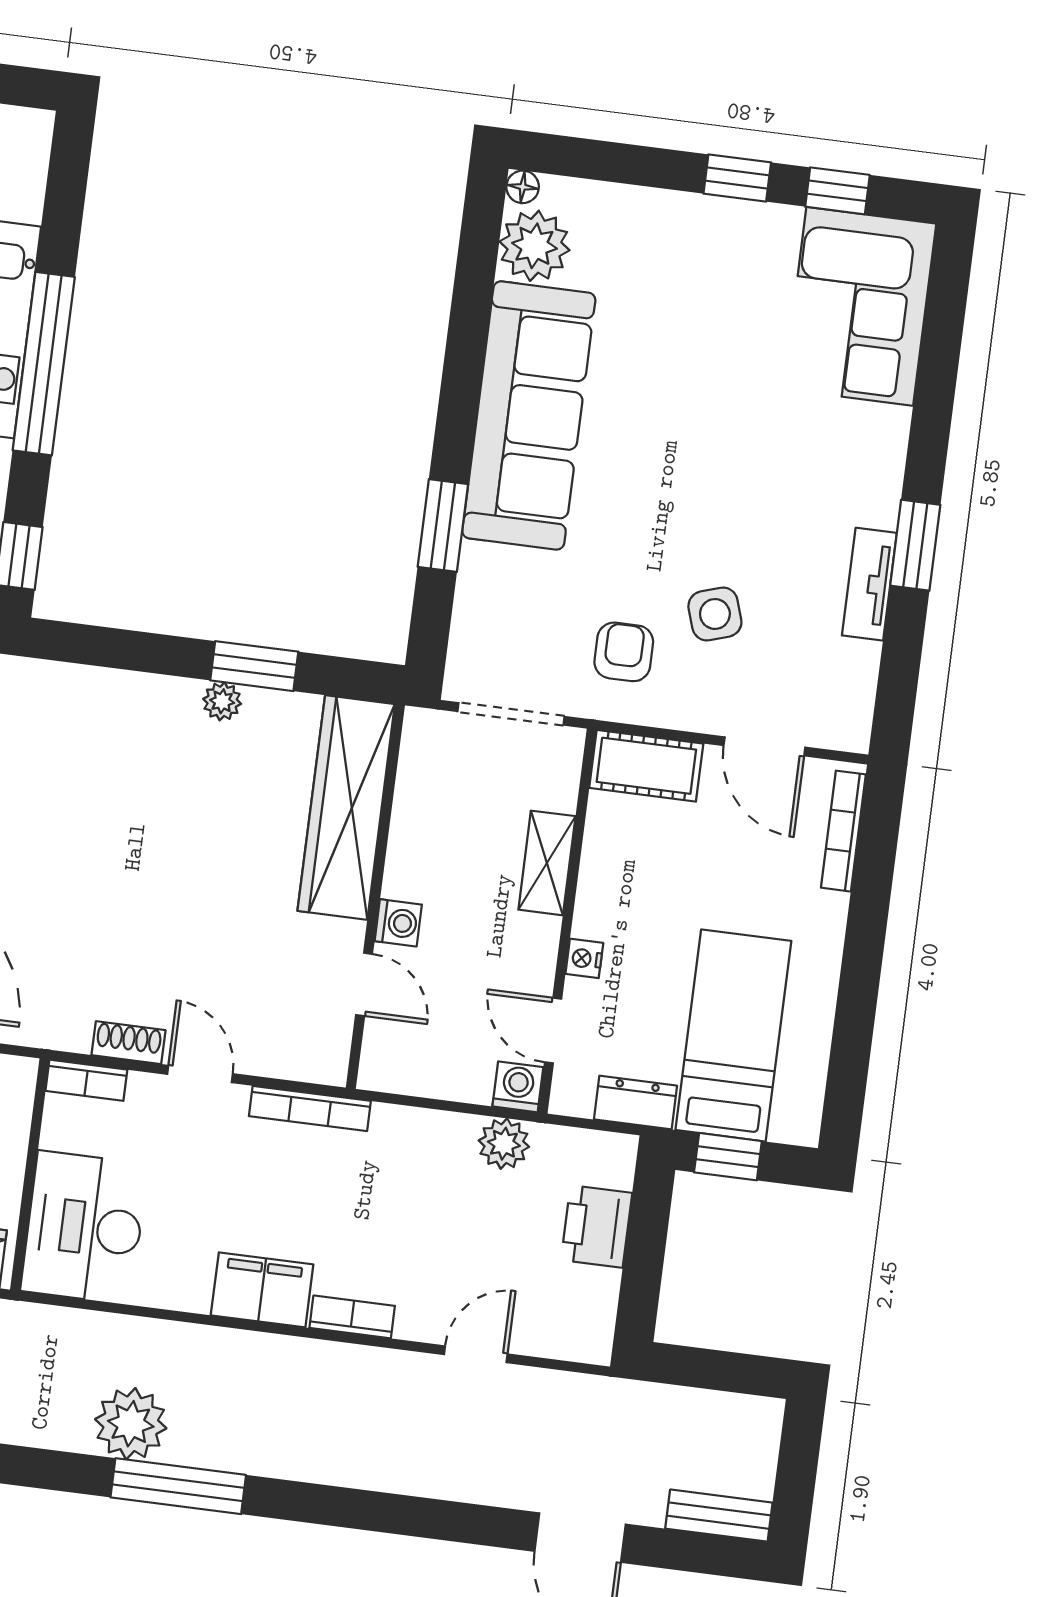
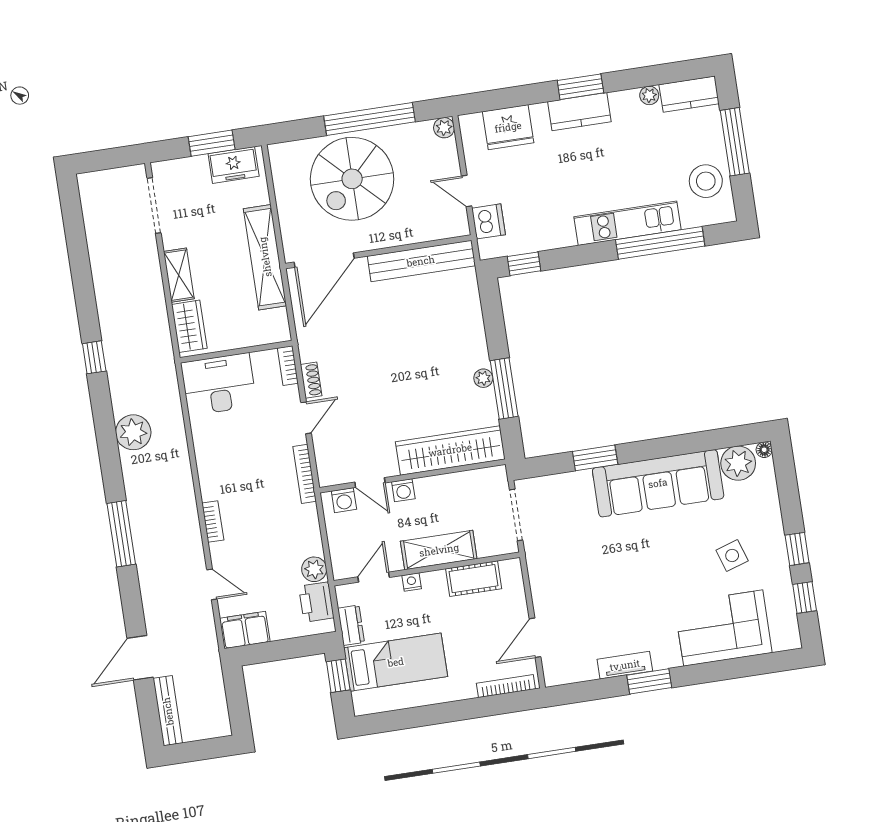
corner sofa: (860, 306) -> (723, 628), moved
window: (44, 364) -> (660, 243), moved
side table: (715, 614) -> (732, 556), moved
armchair: (624, 652) -> (560, 559), removed
window: (254, 666) -> (504, 388), width x1.44
cot: (646, 766) -> (474, 579), moved, turned 90
shelving: (547, 863) -> (439, 550), width x1.50, depth x1.33
door: (364, 984) -> (370, 483), hinge flipped
washing machine: (518, 1087) -> (344, 500), moved, turned 90
printer: (597, 1226) -> (316, 602), moved, turned -90
filing cabinet: (262, 1290) -> (245, 630), moved, turned -90
window: (178, 1486) -> (121, 534), moved
bench: (719, 1516) -> (168, 711), width x1.36

